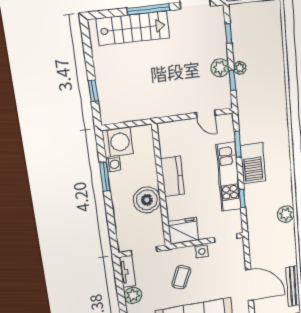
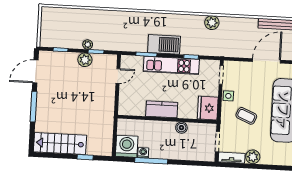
stairs: (133, 28) -> (60, 144), moved, turned -90
window: (105, 177) -> (151, 161), width x1.44
boiler: (147, 200) -> (181, 128), width x0.54, depth x0.54

